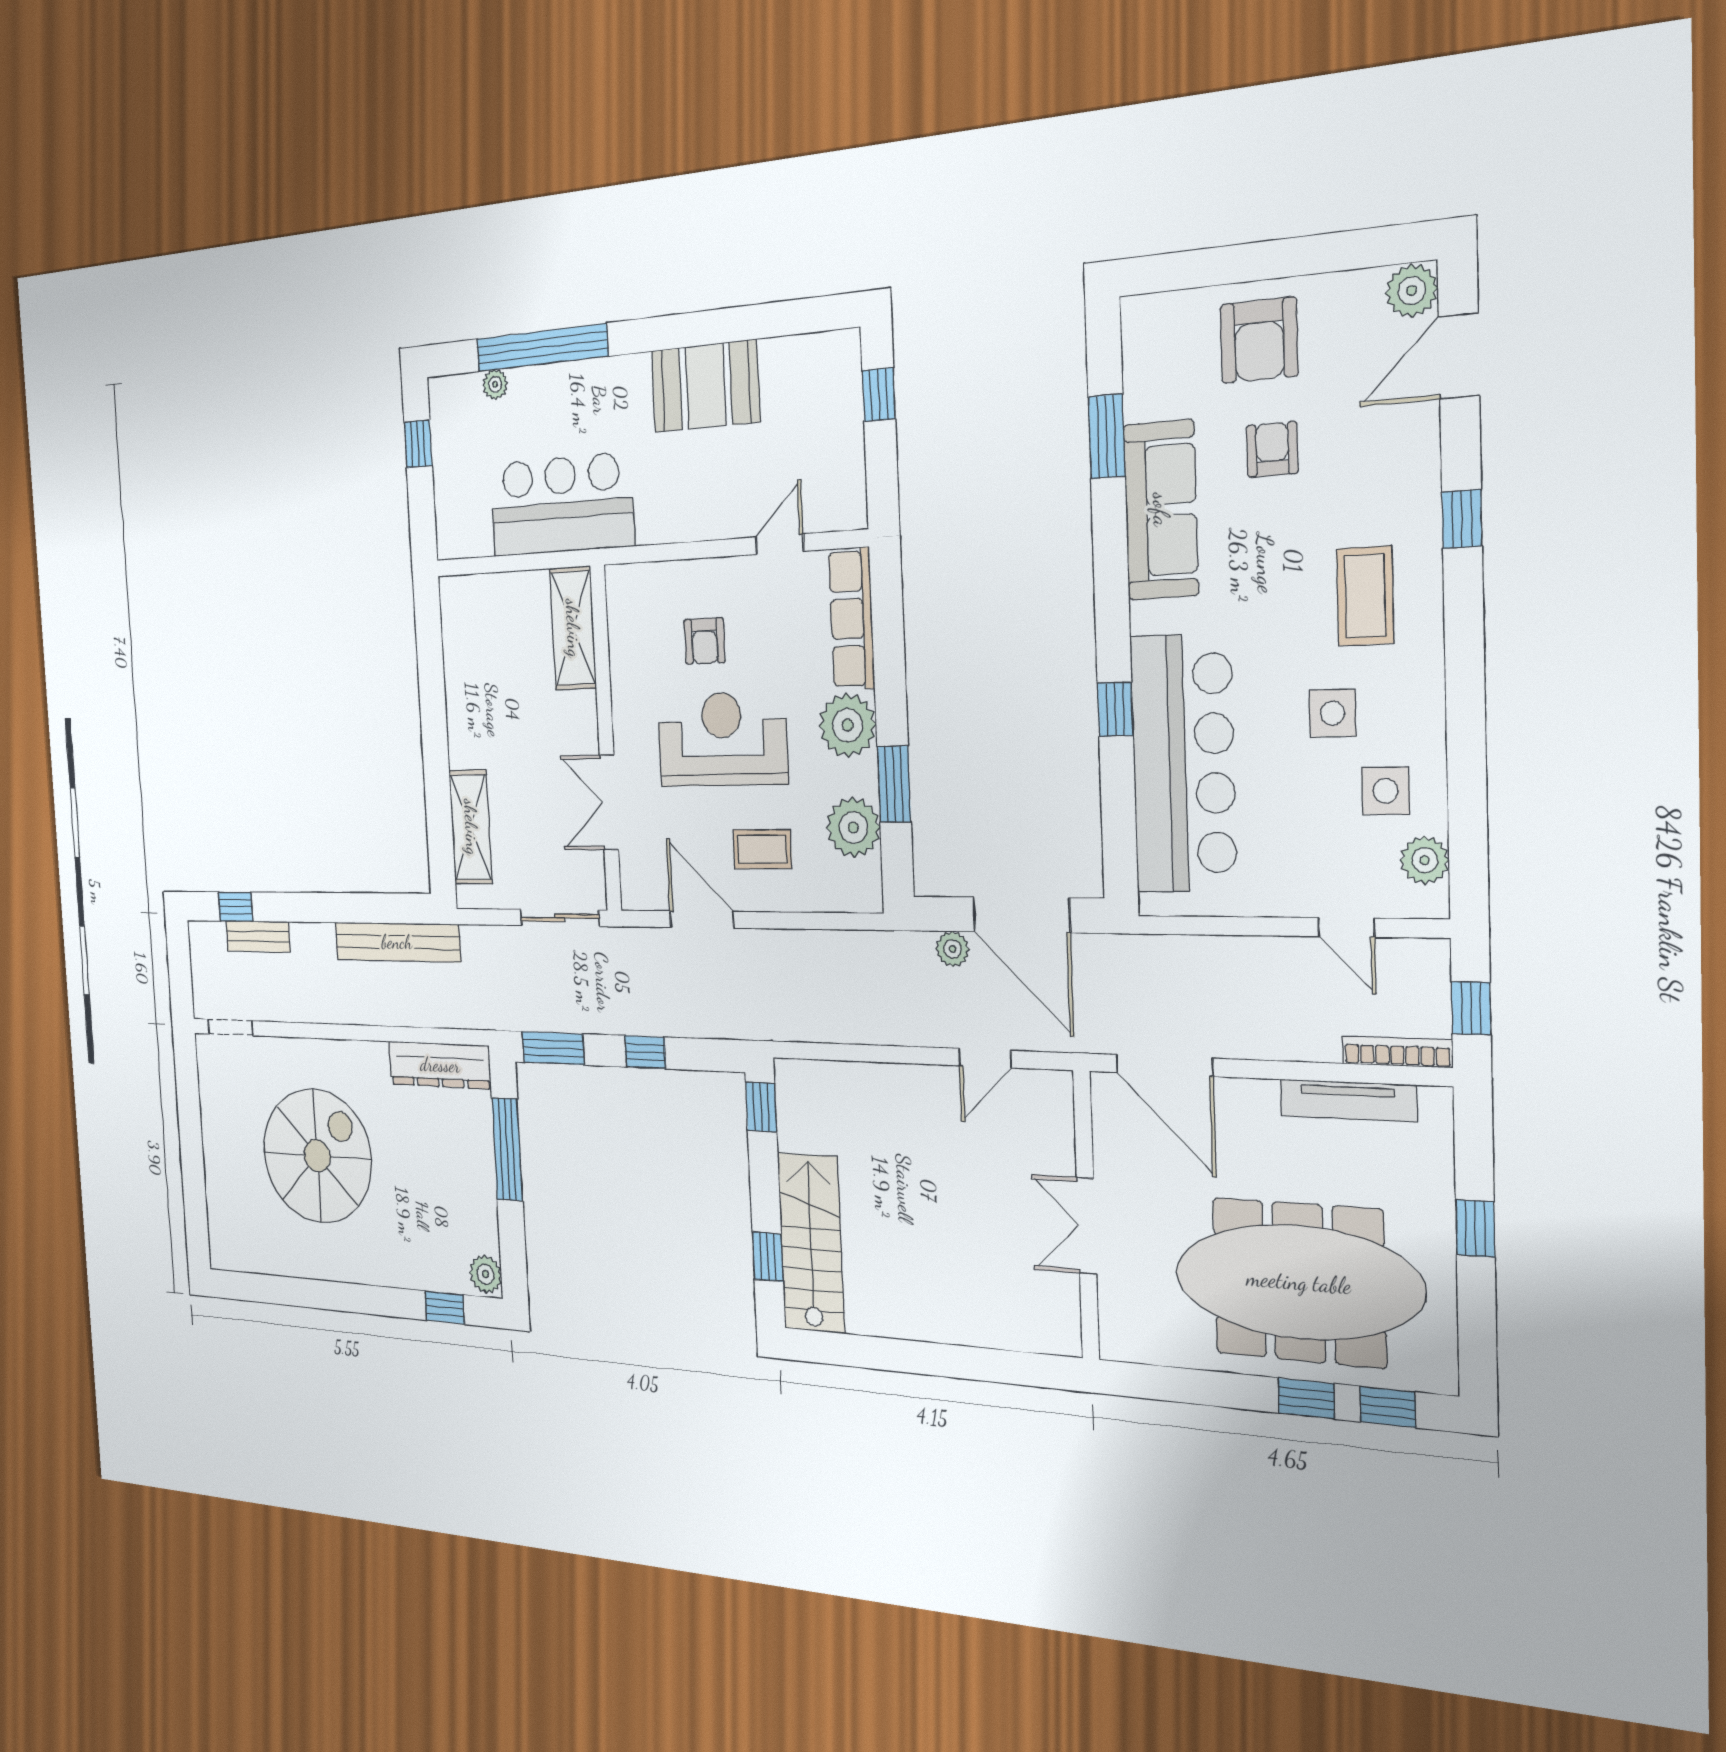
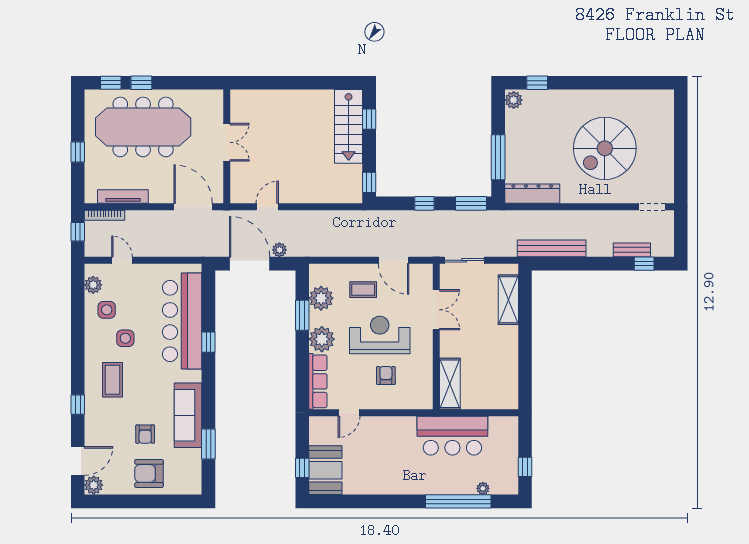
armchair: (1259, 340) -> (149, 473), turned -90
booth: (706, 386) -> (325, 470), moved, turned 90
reception desk: (722, 739) -> (380, 335), turned 180

